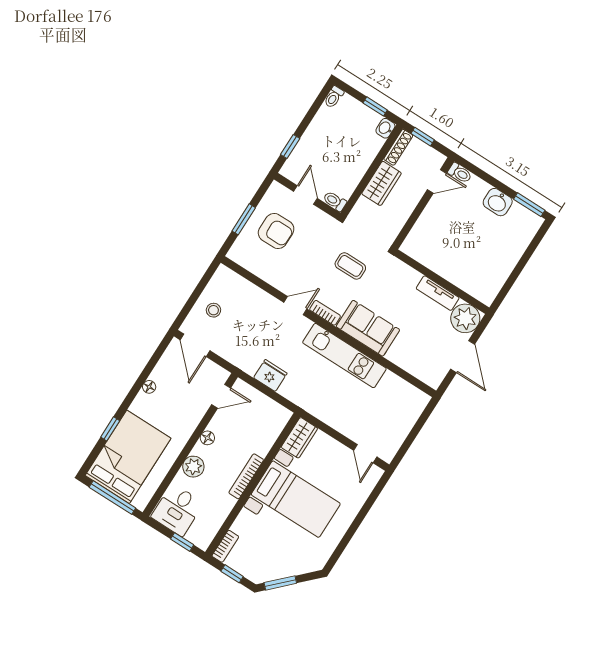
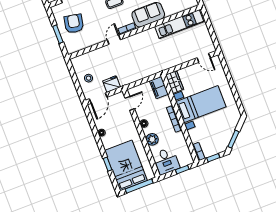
armchair: (276, 231) -> (74, 24), turned -79
door: (195, 345) -> (98, 98), hinge flipped
kitchen unit: (344, 356) -> (179, 24), moved
fridge: (270, 375) -> (112, 84), moved
filing cabinet: (275, 421) -> (159, 88), added

